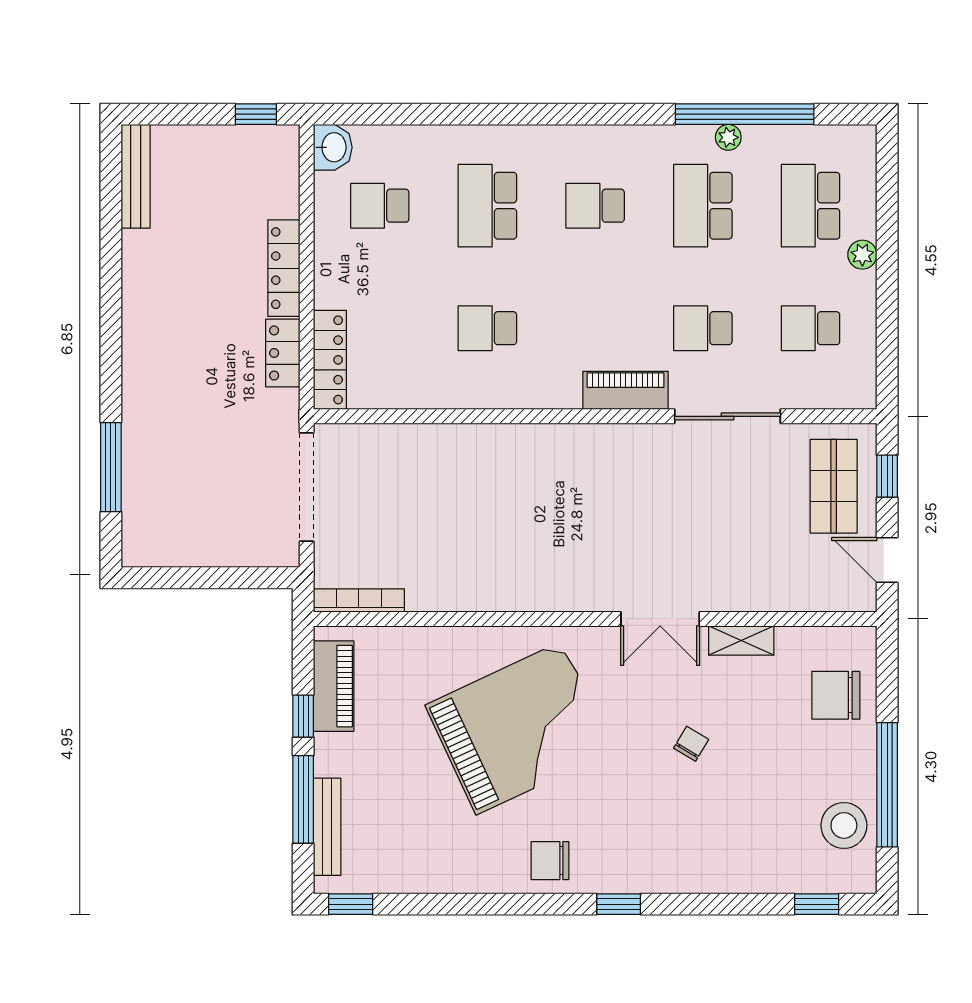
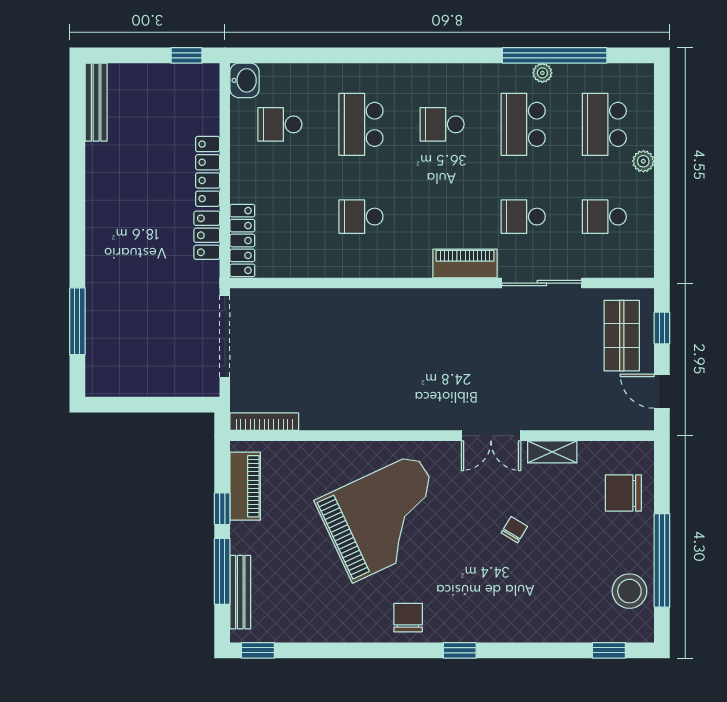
chair: (550, 861) -> (408, 618), turned 90

